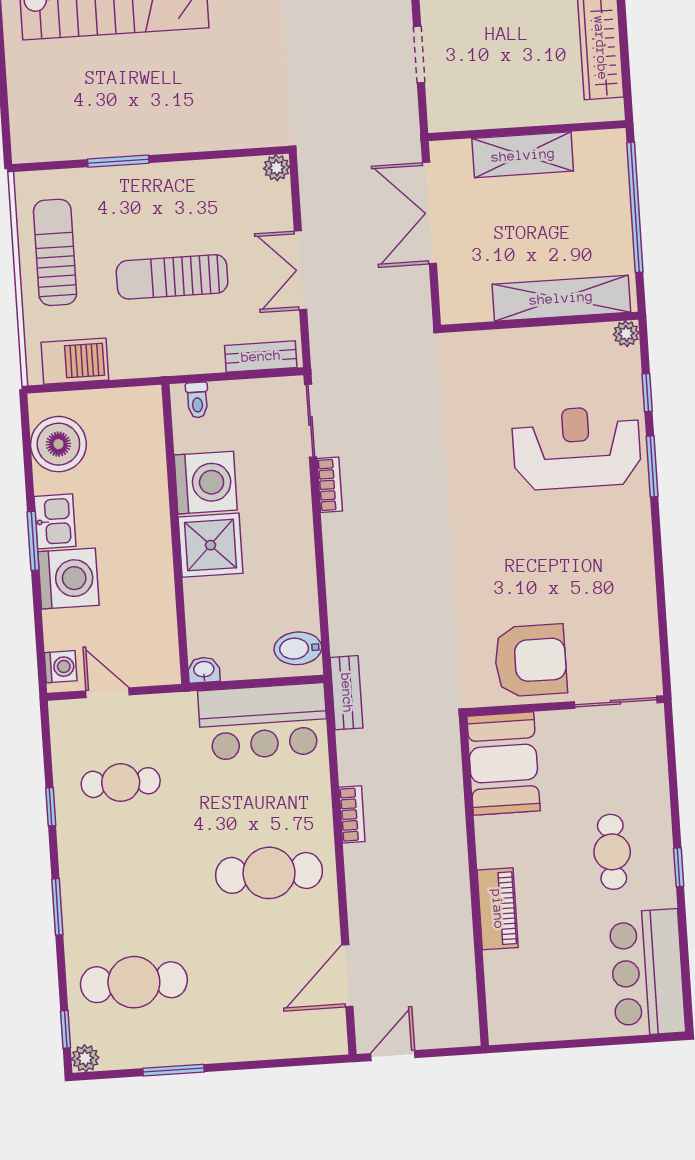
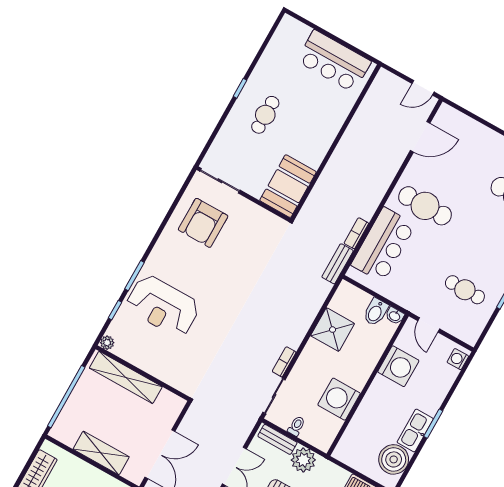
plant: (199, 351) -> (303, 460), added
toilet: (197, 400) -> (296, 426), moved
kitchen sink: (55, 521) -> (415, 431), width x1.38
shower: (211, 545) -> (333, 330), moved
washing machine: (68, 578) -> (398, 366), moved, turned 180
bidet: (298, 648) -> (376, 312), moved, turned 90
armchair: (531, 660) -> (203, 223), moved, turned -90
door: (107, 693) -> (429, 325), moved
bar counter: (263, 722) -> (383, 245), moved, turned 90
bookcase: (352, 814) -> (356, 233), moved
piano: (498, 909) -> (333, 123), removed
bar counter: (647, 973) -> (334, 61), moved, turned 90

